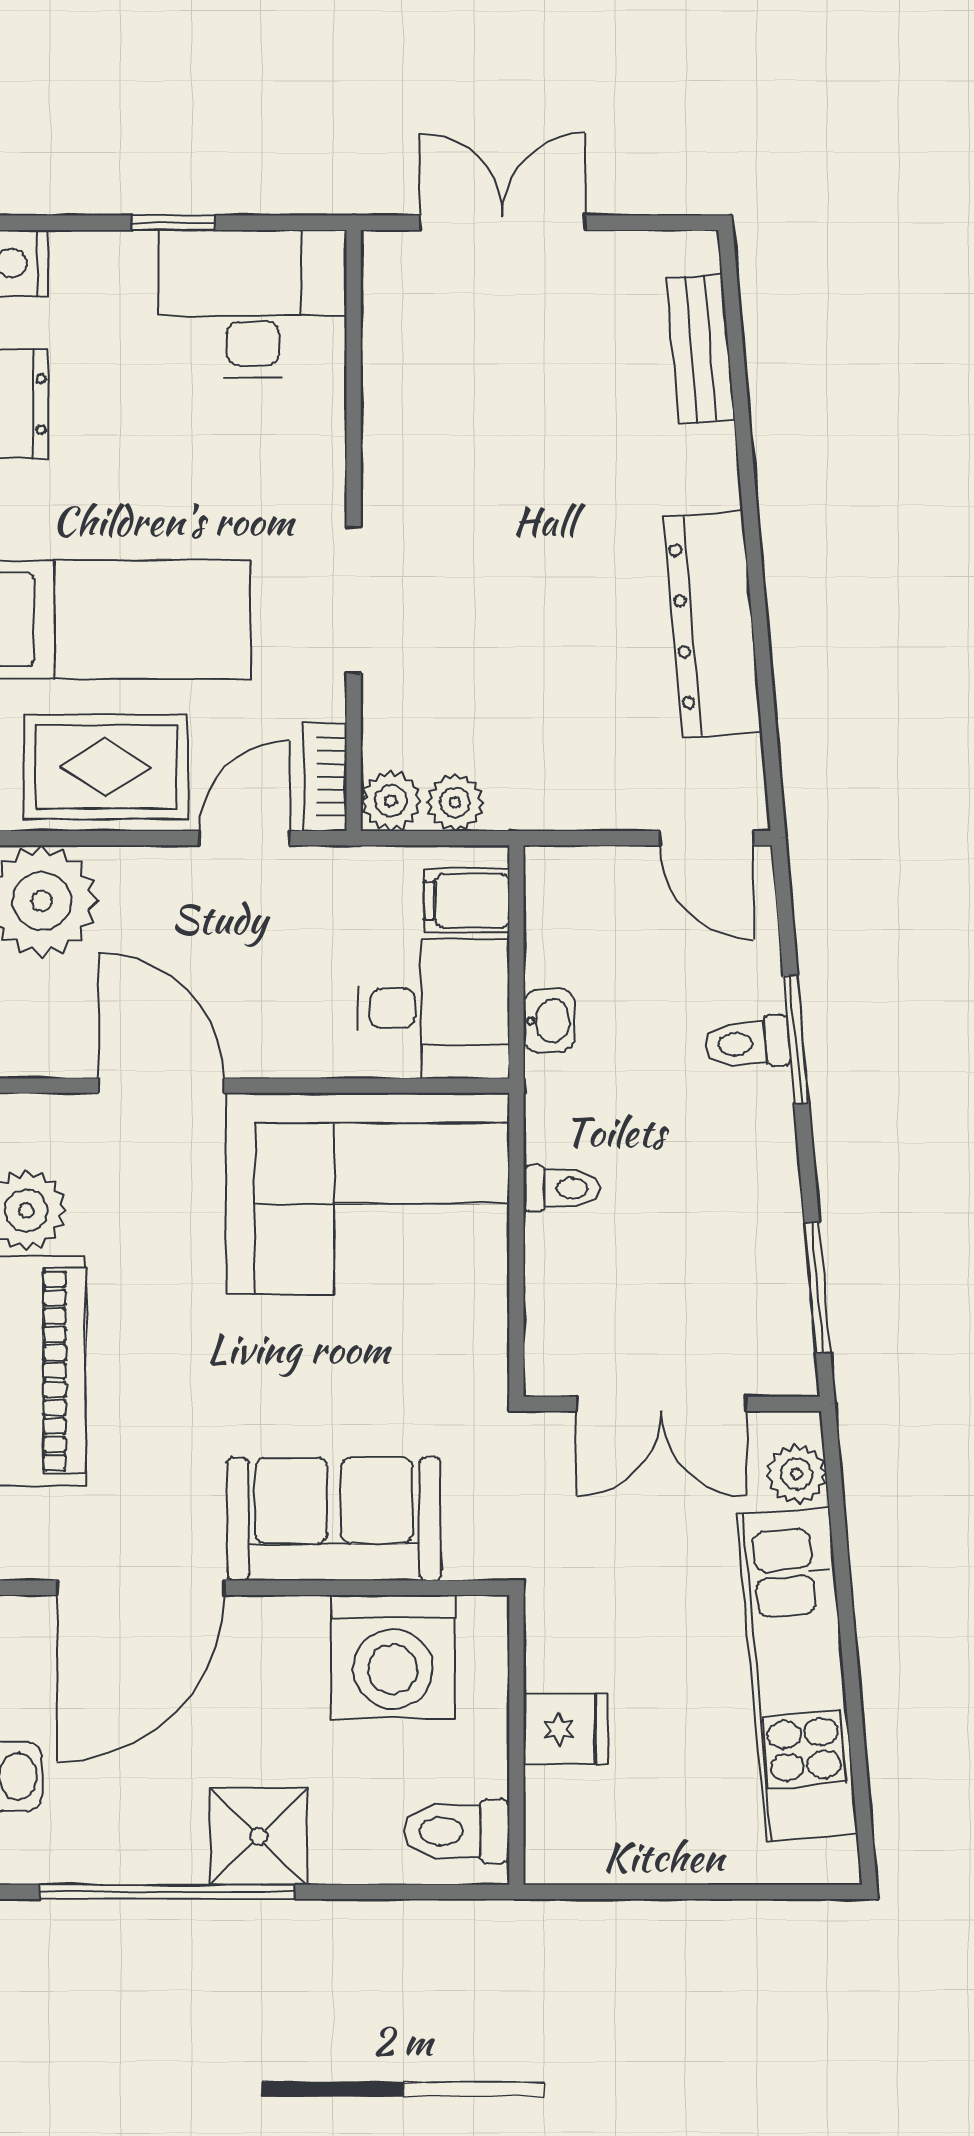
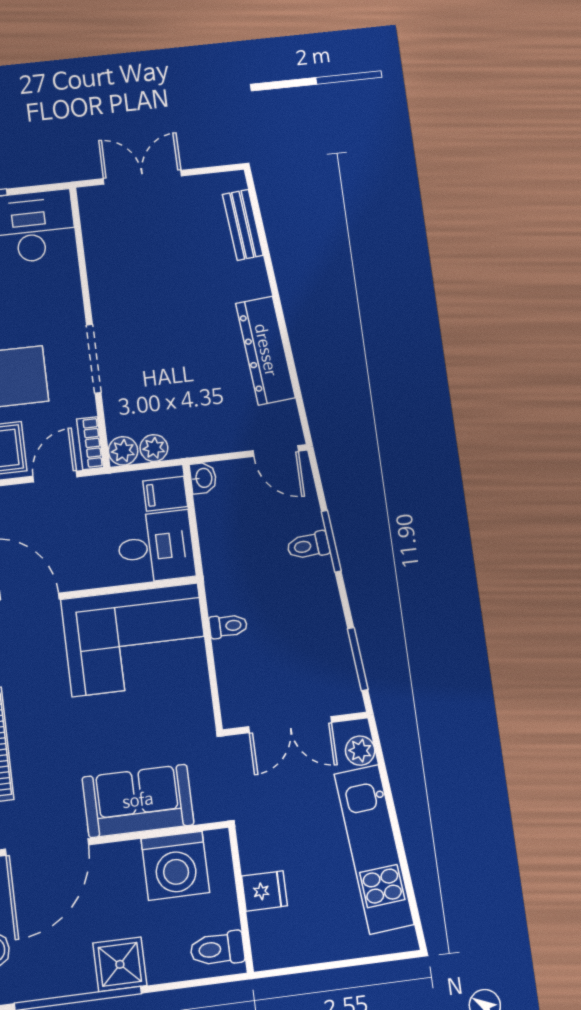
washbasin: (549, 1021) -> (203, 478), moved

